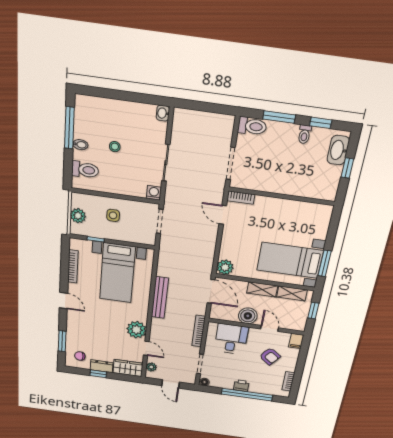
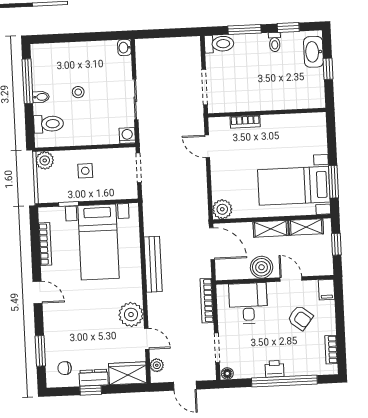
bookcase: (241, 198) -> (245, 122), moved
plant: (78, 216) -> (45, 160), moved

